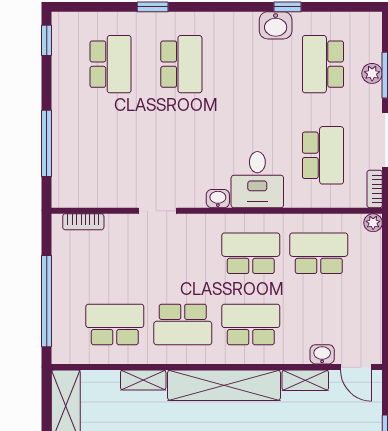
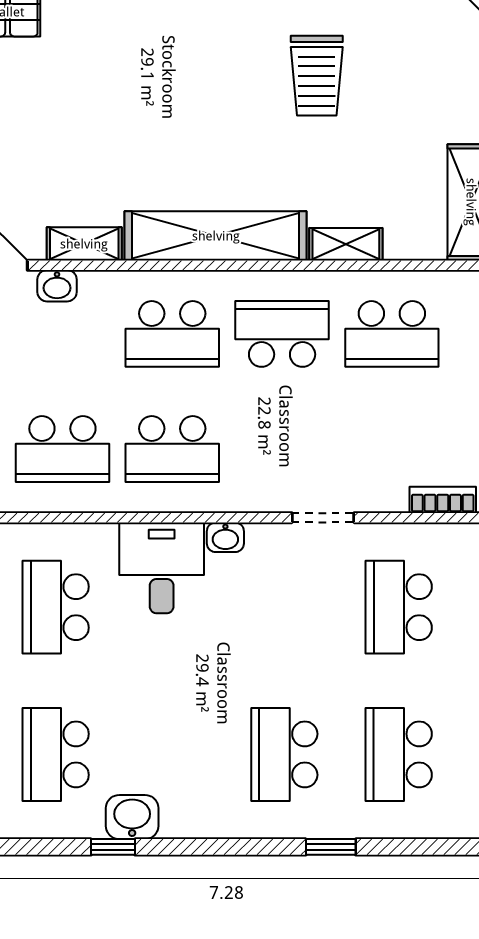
school desk: (323, 64) -> (56, 754), turned 180
school desk: (111, 155) -> (399, 607), added

